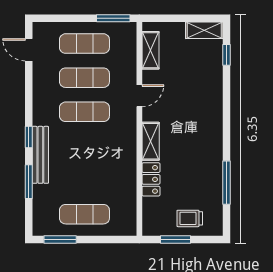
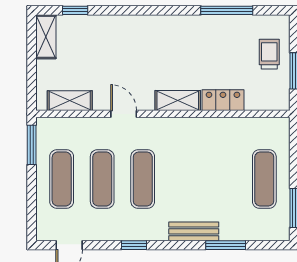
window: (29, 137) -> (134, 245), moved
bench: (40, 155) -> (194, 231), width x0.73
trolley: (190, 218) -> (269, 54), turned 180

